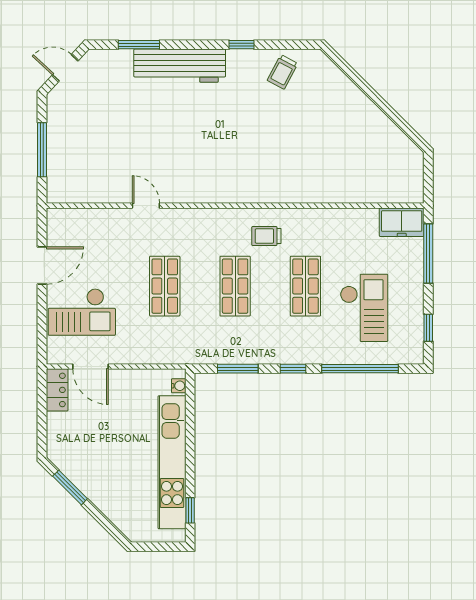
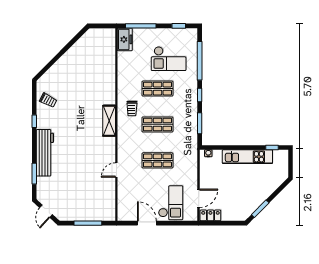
shelving: (242, 191) -> (109, 121), added
checkout: (364, 308) -> (169, 59), turned 180
kitchen unit: (172, 462) -> (247, 157), width x0.73

